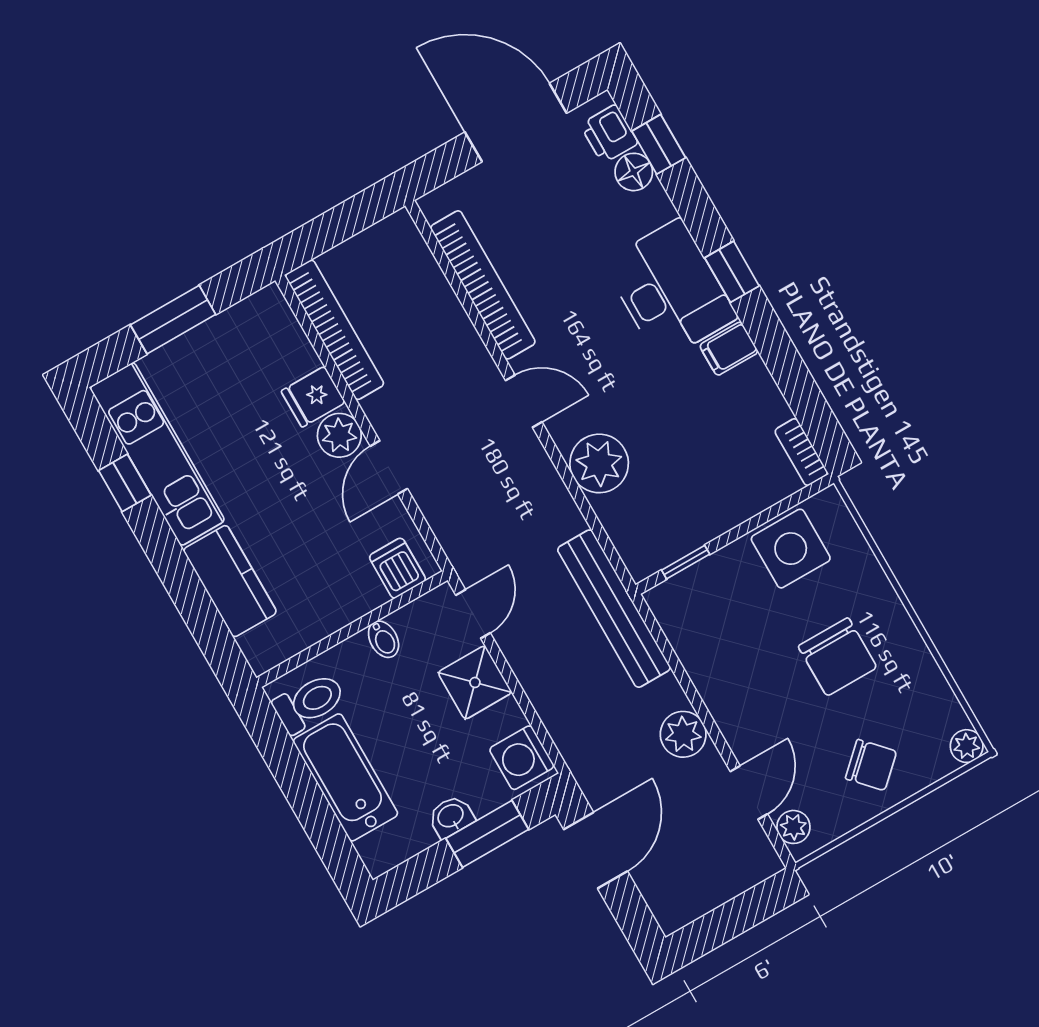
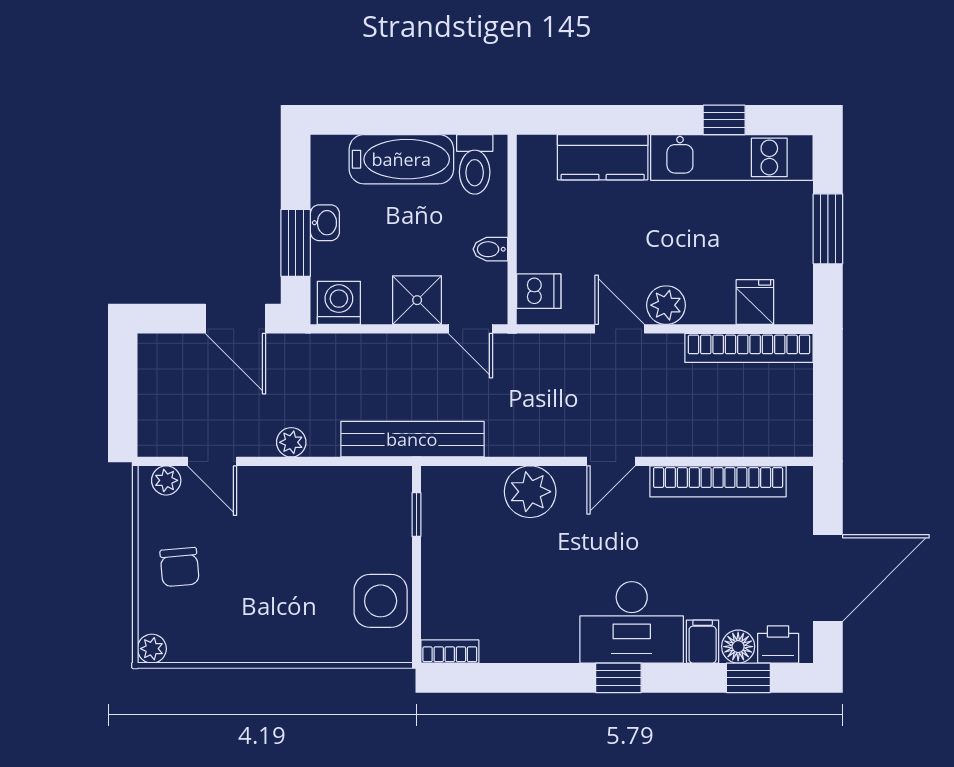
filing cabinet: (729, 349) -> (703, 642), moved
fridge: (313, 397) -> (755, 302), moved
chair: (837, 657) -> (277, 589), removed
plant: (683, 734) -> (291, 442), width x0.73, depth x0.73
chair: (871, 765) -> (180, 567), turned -52

